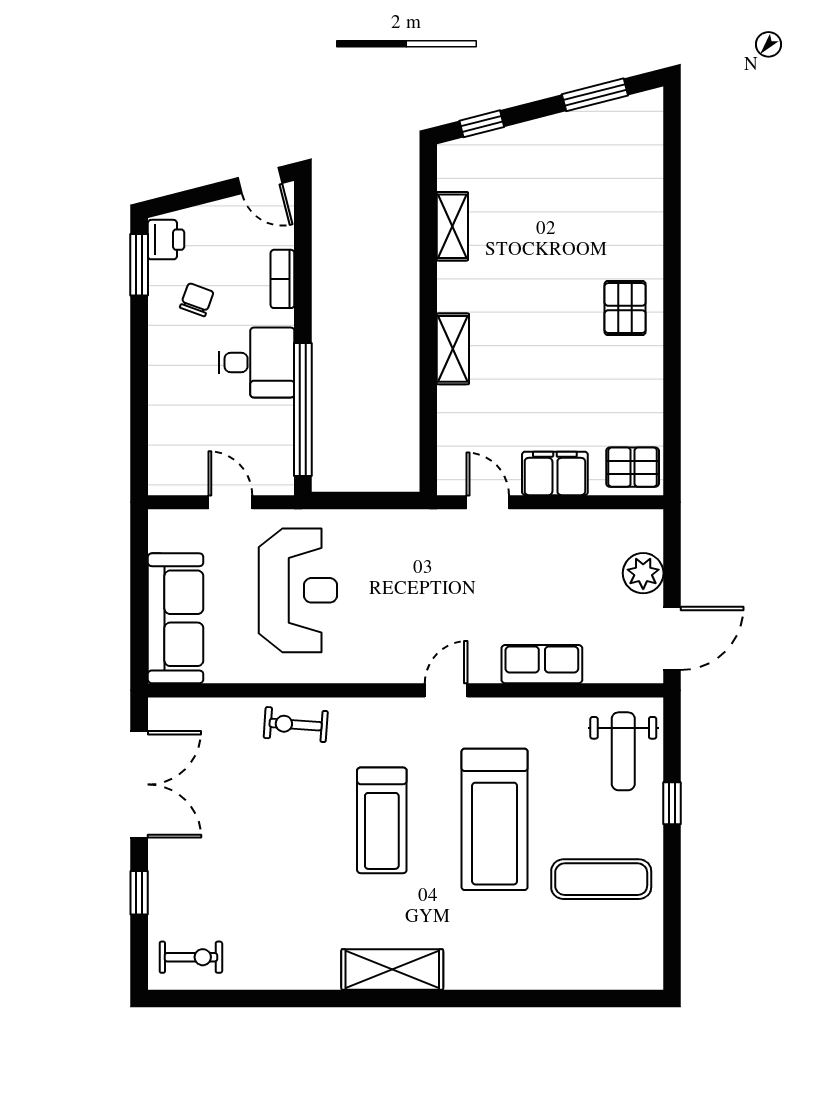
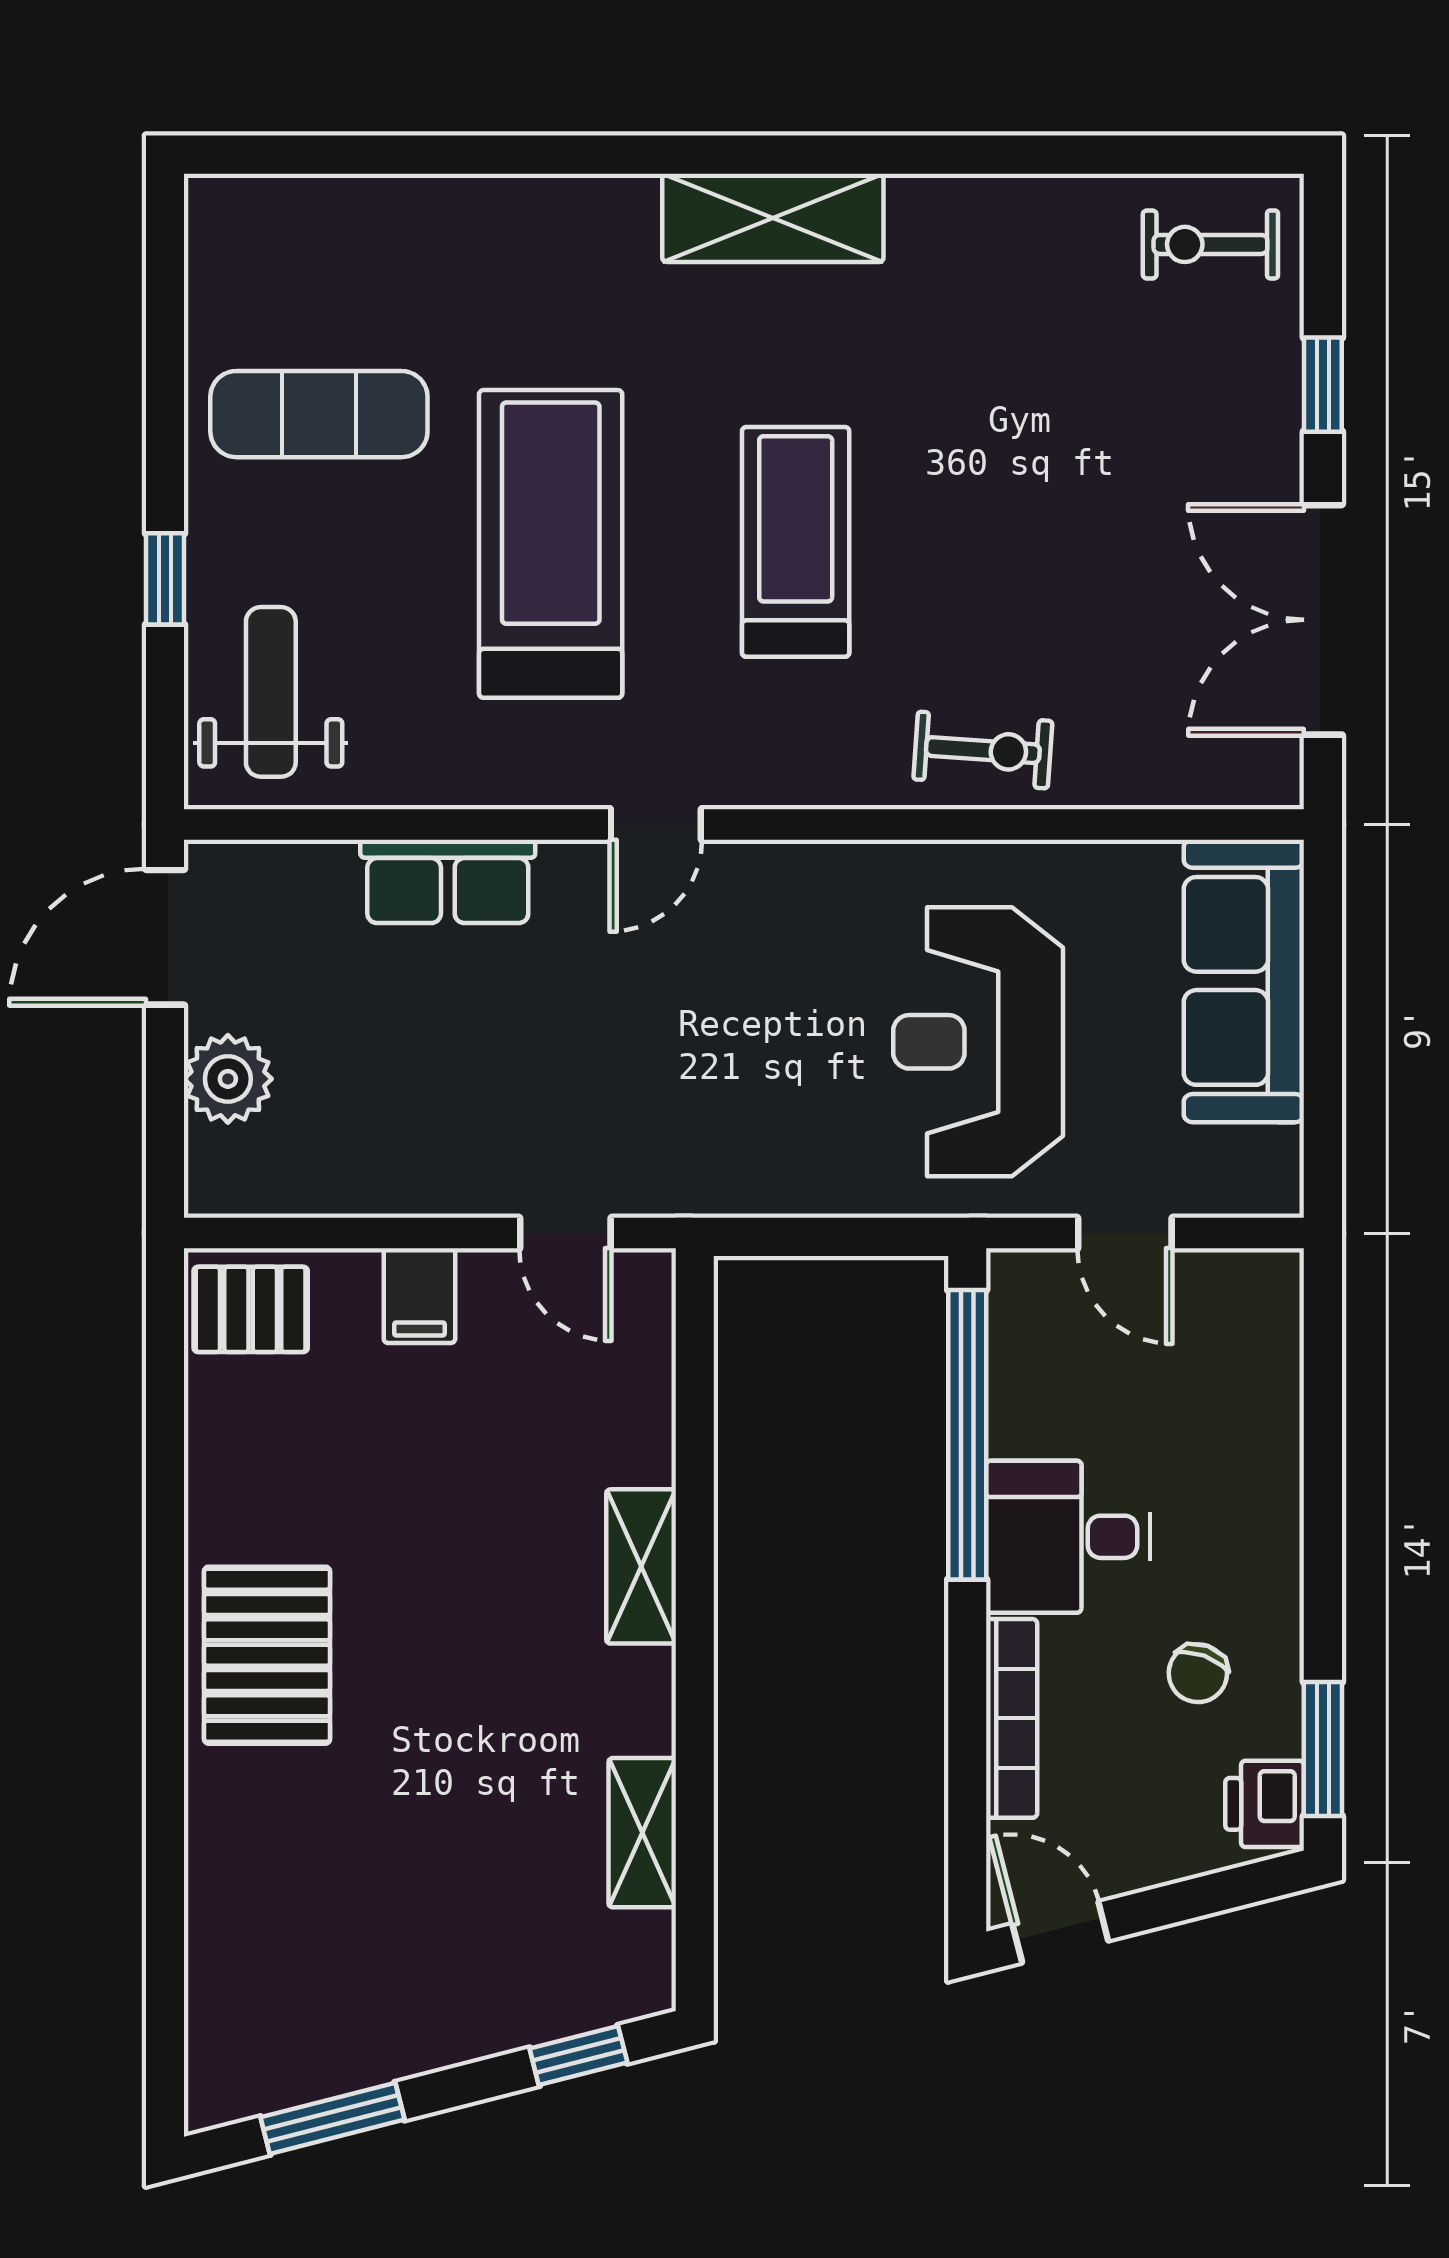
bookcase: (282, 279) -> (1012, 1718), width x1.56
pallet: (625, 308) -> (267, 1655), width x1.50, depth x1.42
filing cabinet: (555, 473) -> (419, 1296), width x0.50

